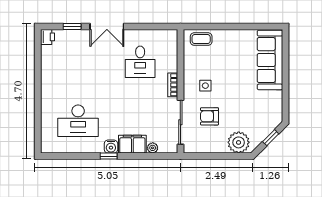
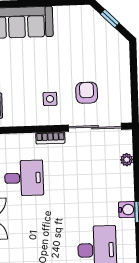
armchair: (209, 116) -> (87, 93), turned 180
plant: (239, 142) -> (117, 57), removed
filing cabinet: (132, 144) -> (123, 184), removed

